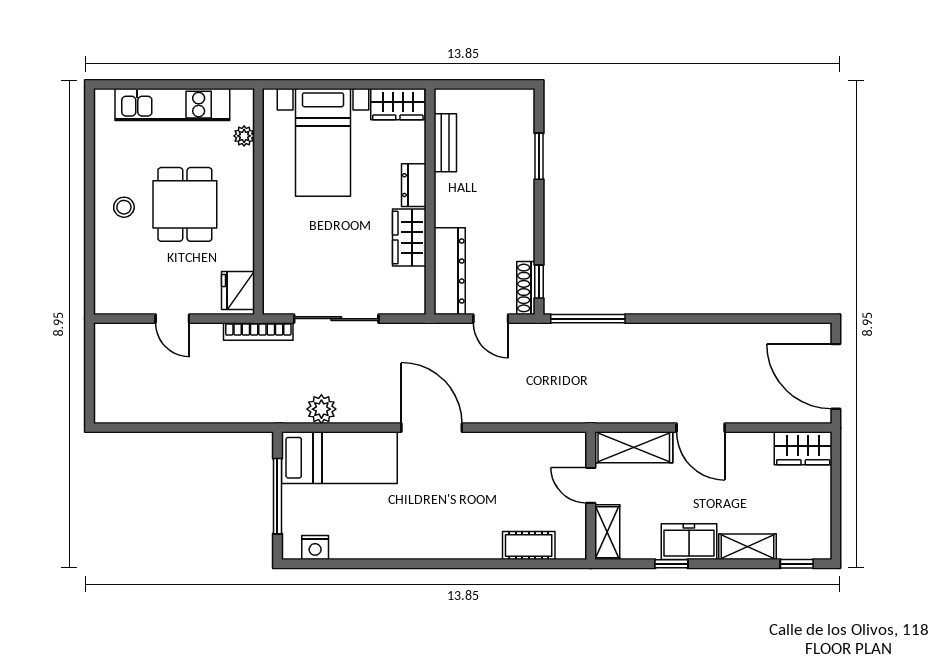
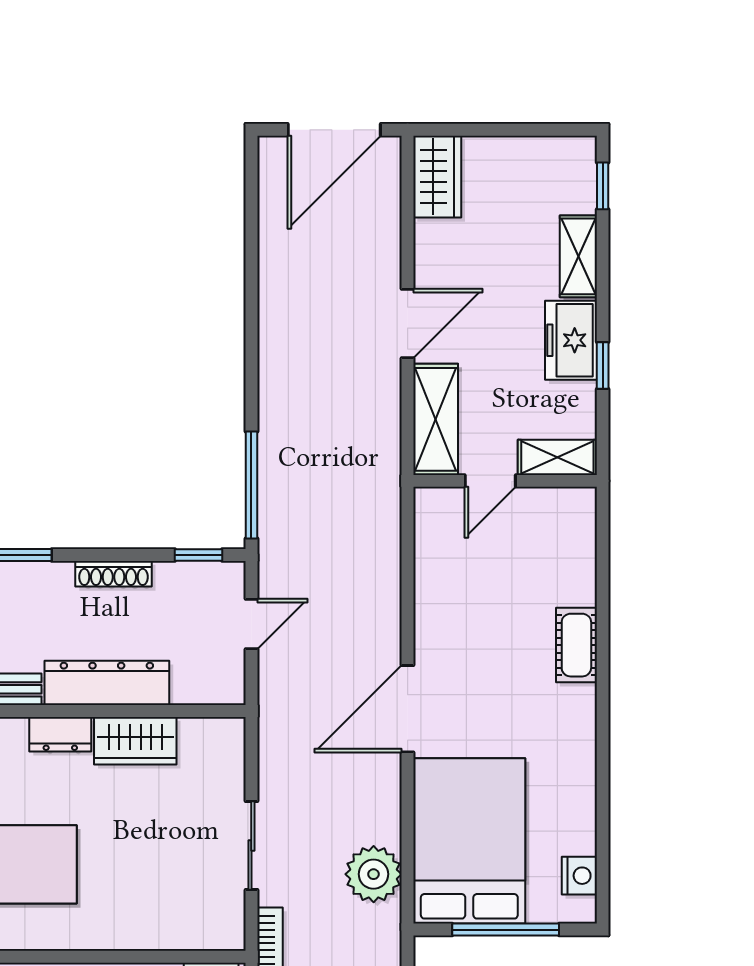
dresser: (450, 271) -> (107, 683), moved
shoe rack: (526, 288) -> (114, 574), moved
sliding door: (336, 319) -> (251, 845), width x0.73
plant: (321, 409) -> (374, 874), width x1.36, depth x1.36
bed: (339, 458) -> (469, 841), width x1.50
cot: (529, 545) -> (576, 645), moved

